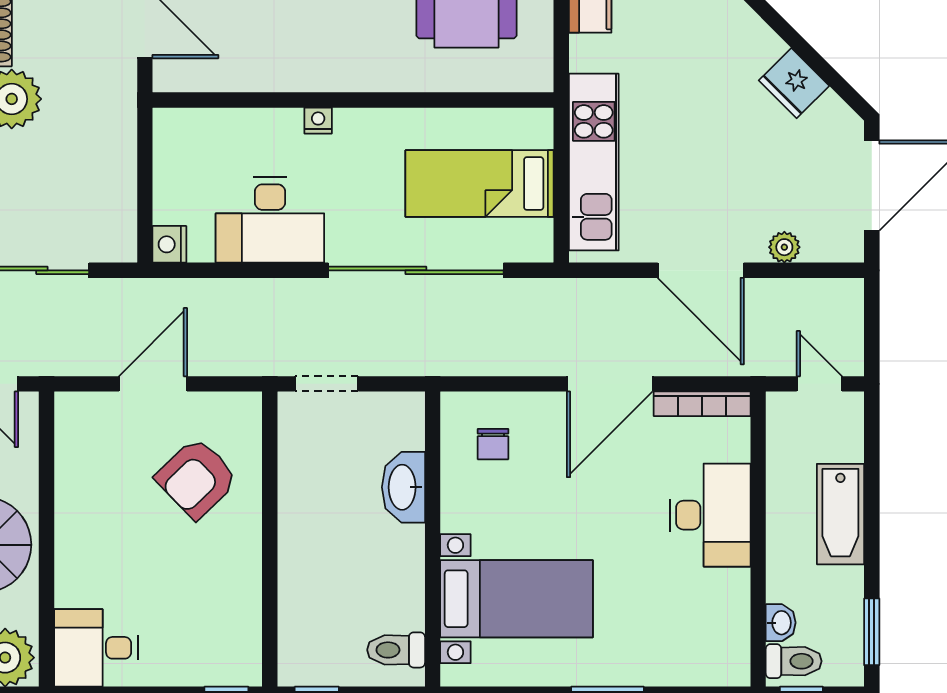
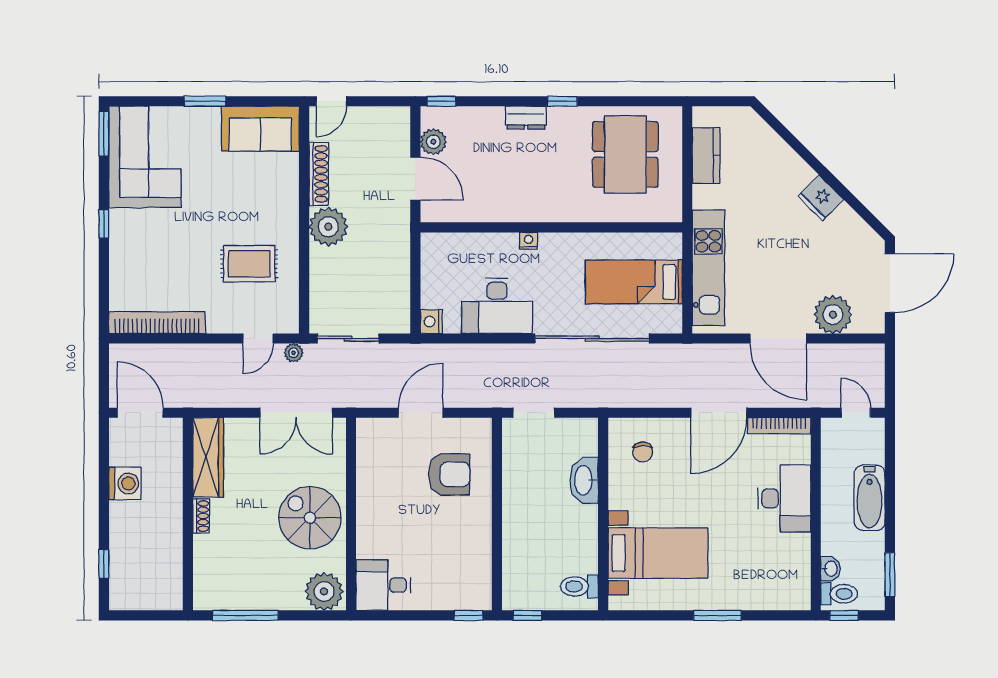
fridge: (794, 83) -> (821, 198), moved
plant: (784, 247) -> (833, 315), width x1.87, depth x1.87
armchair: (197, 478) -> (449, 474), turned -136

